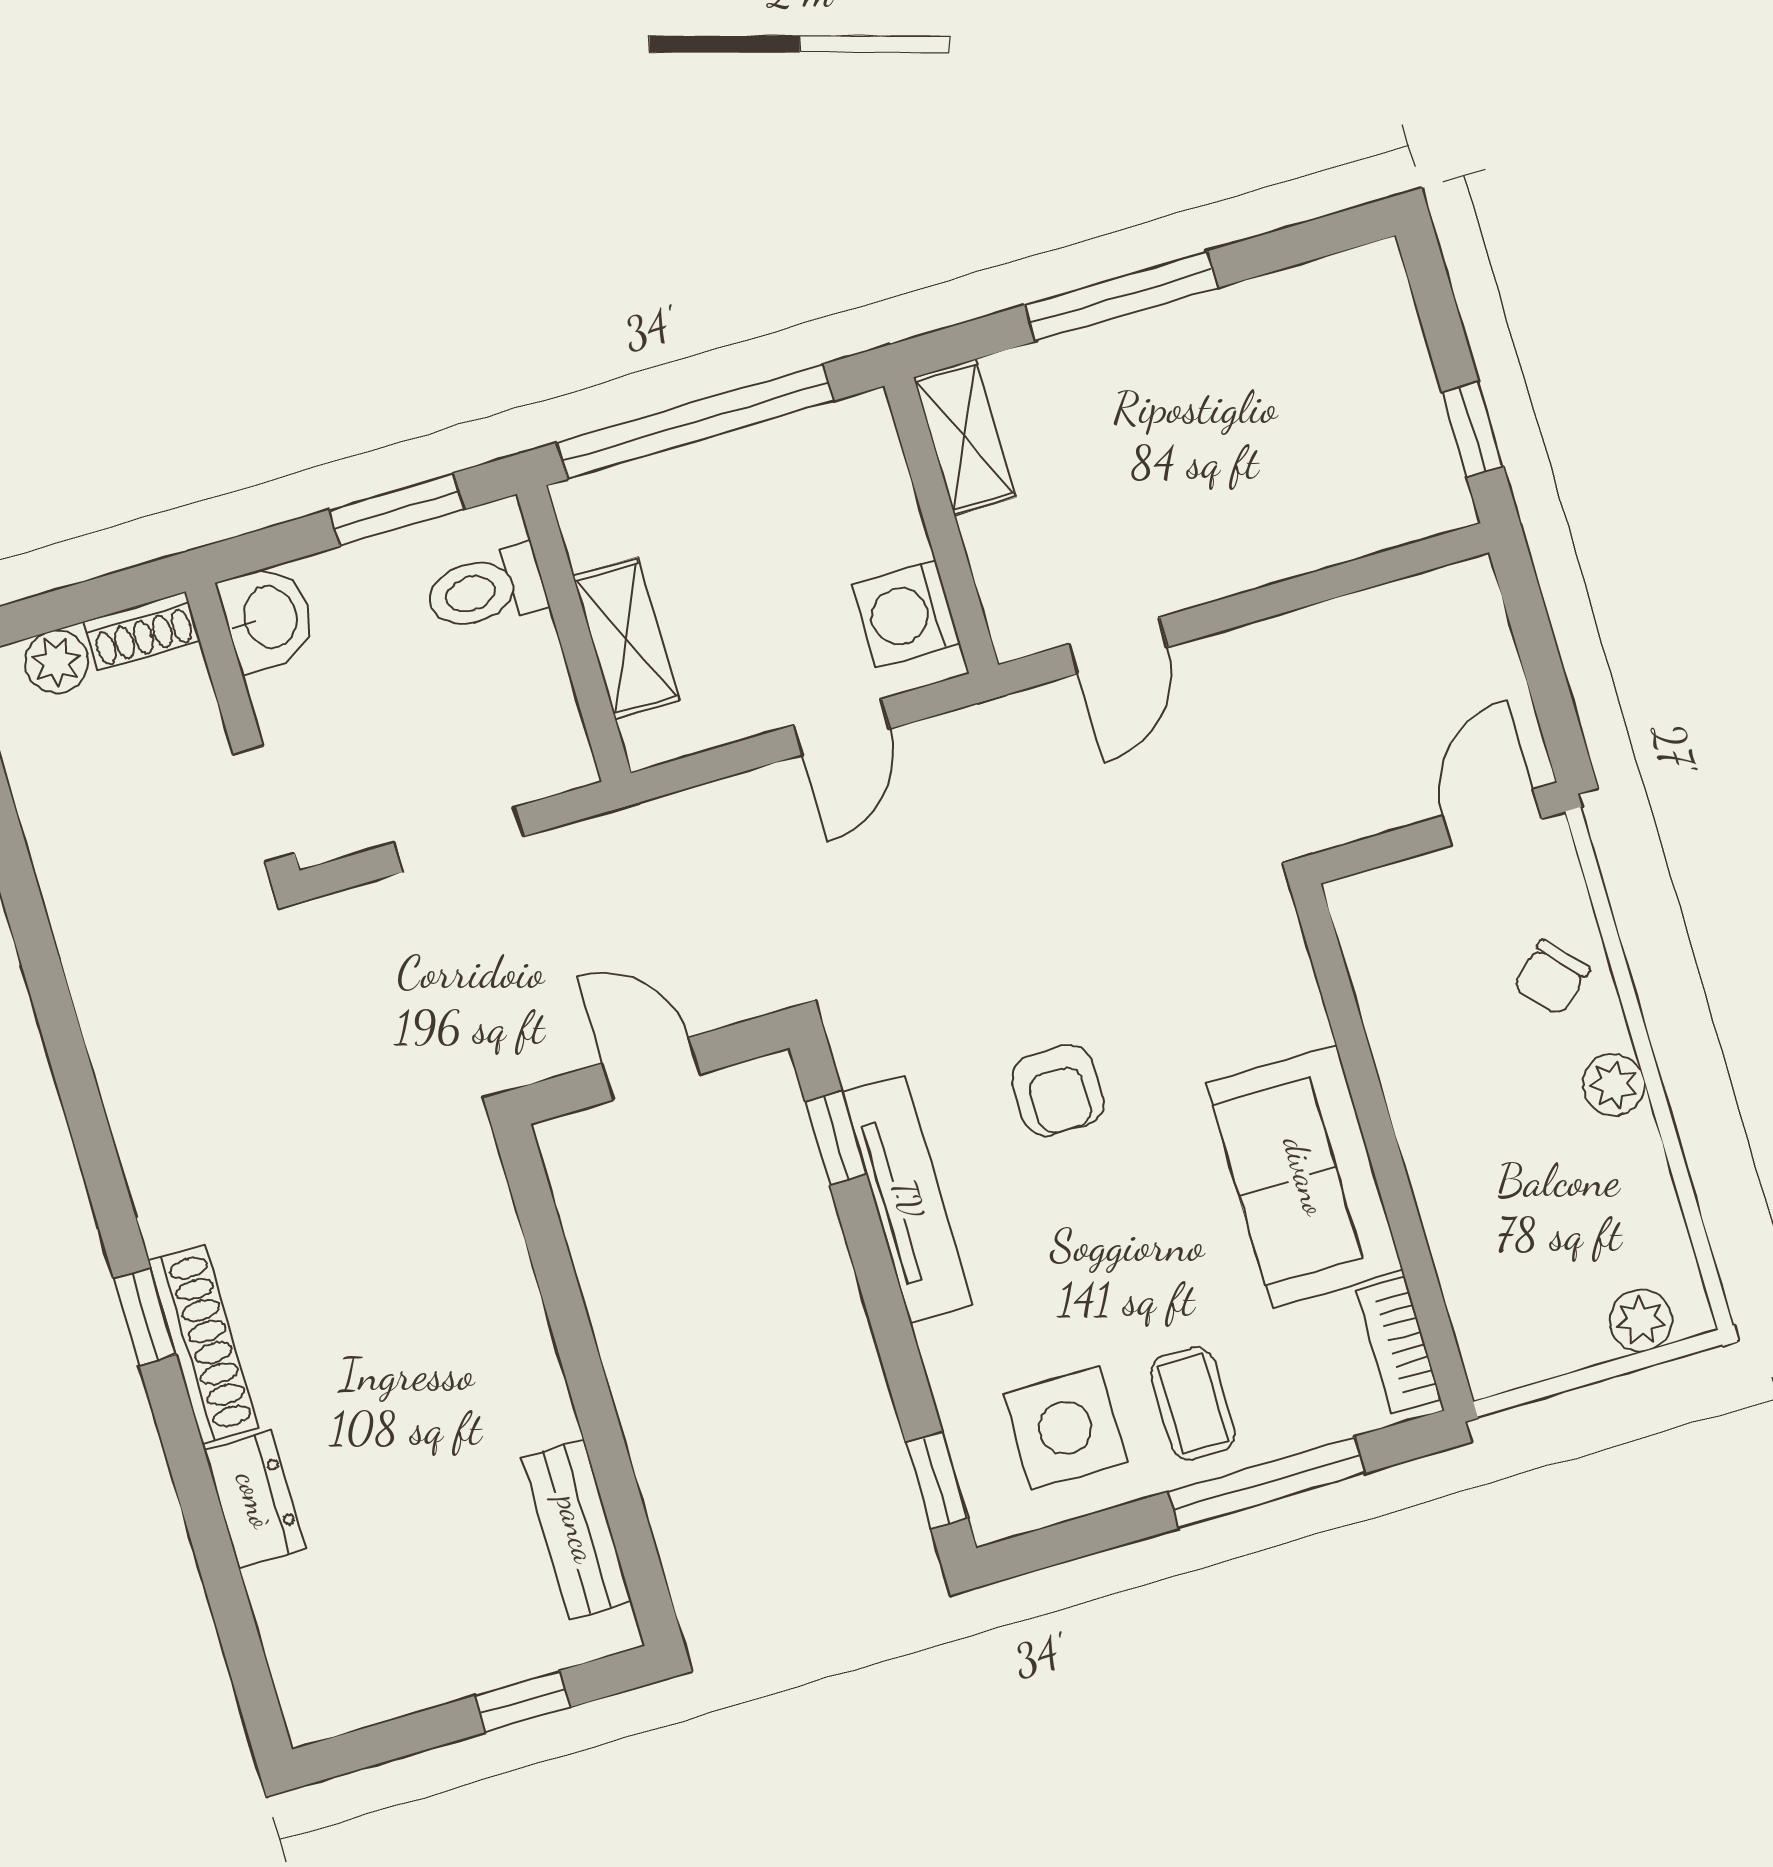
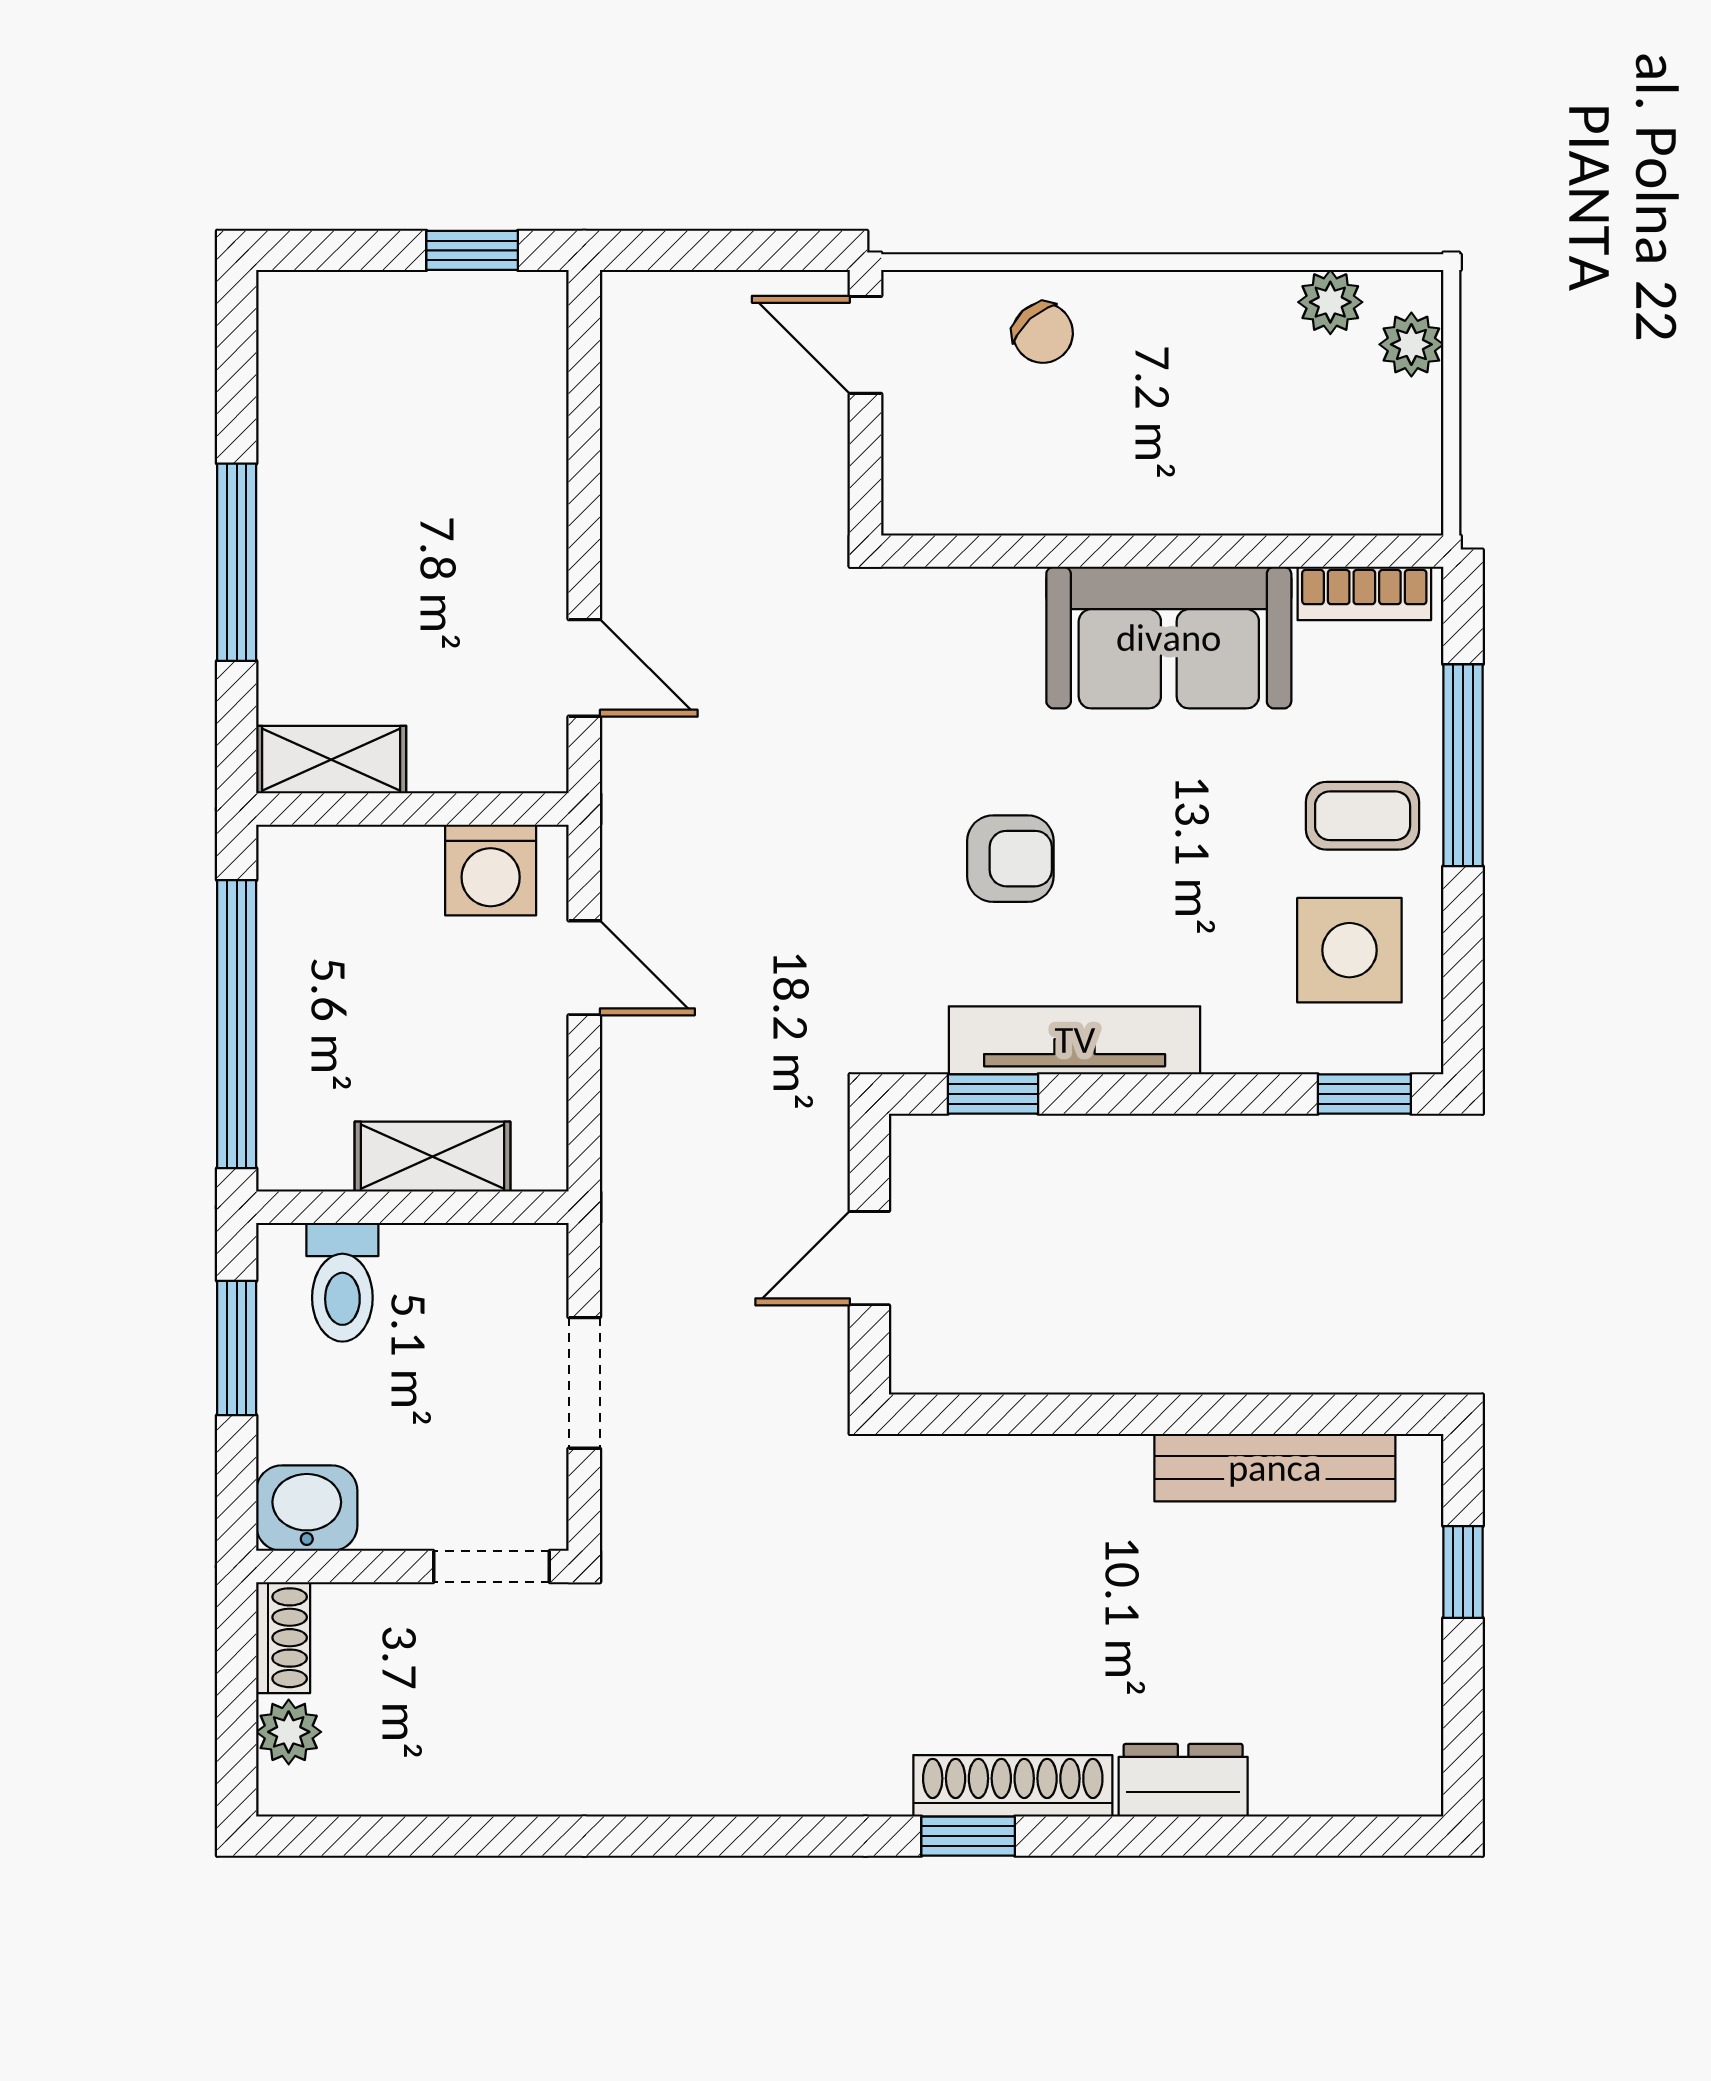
plant: (1614, 1085) -> (1330, 302), moved
bench: (577, 1529) -> (1275, 1468), width x1.36

